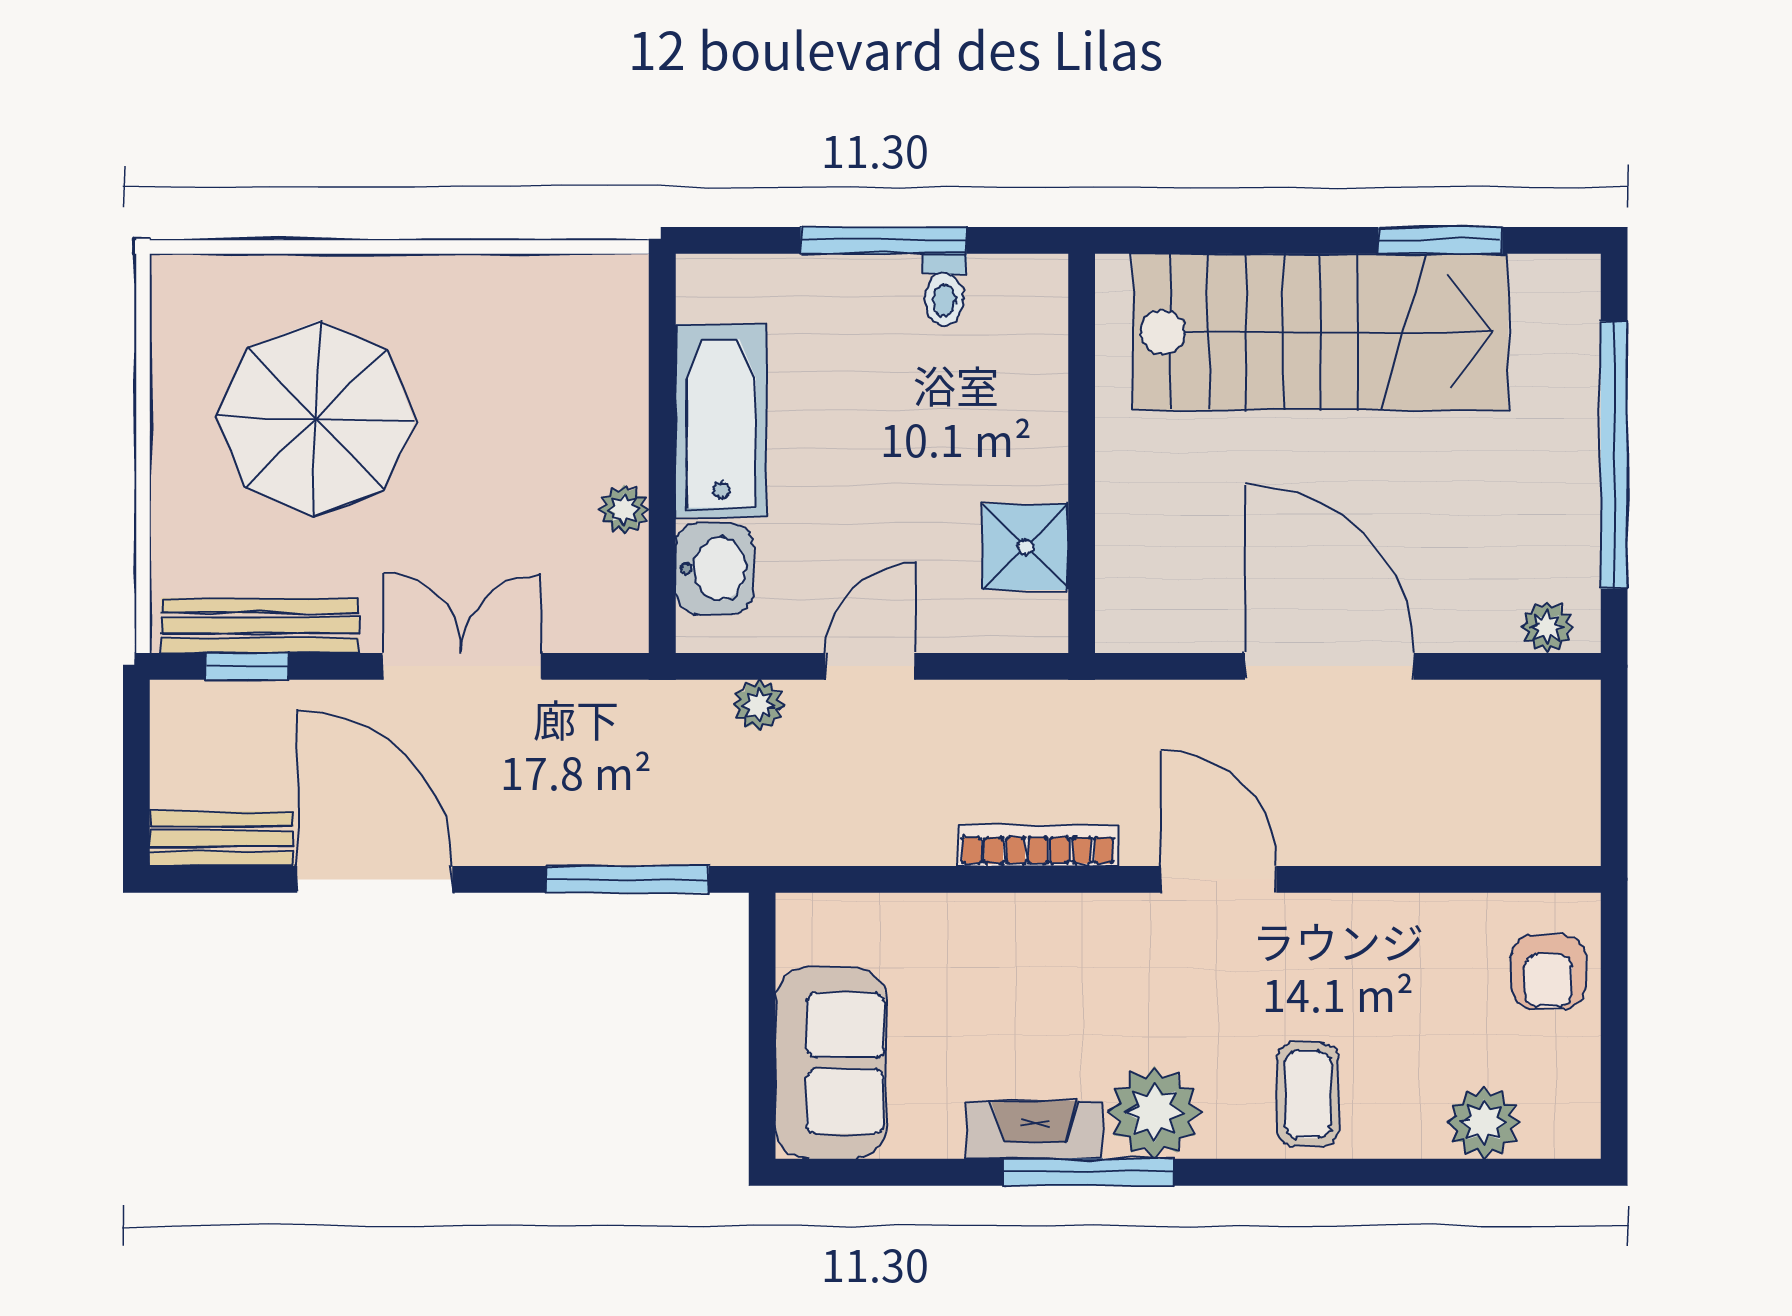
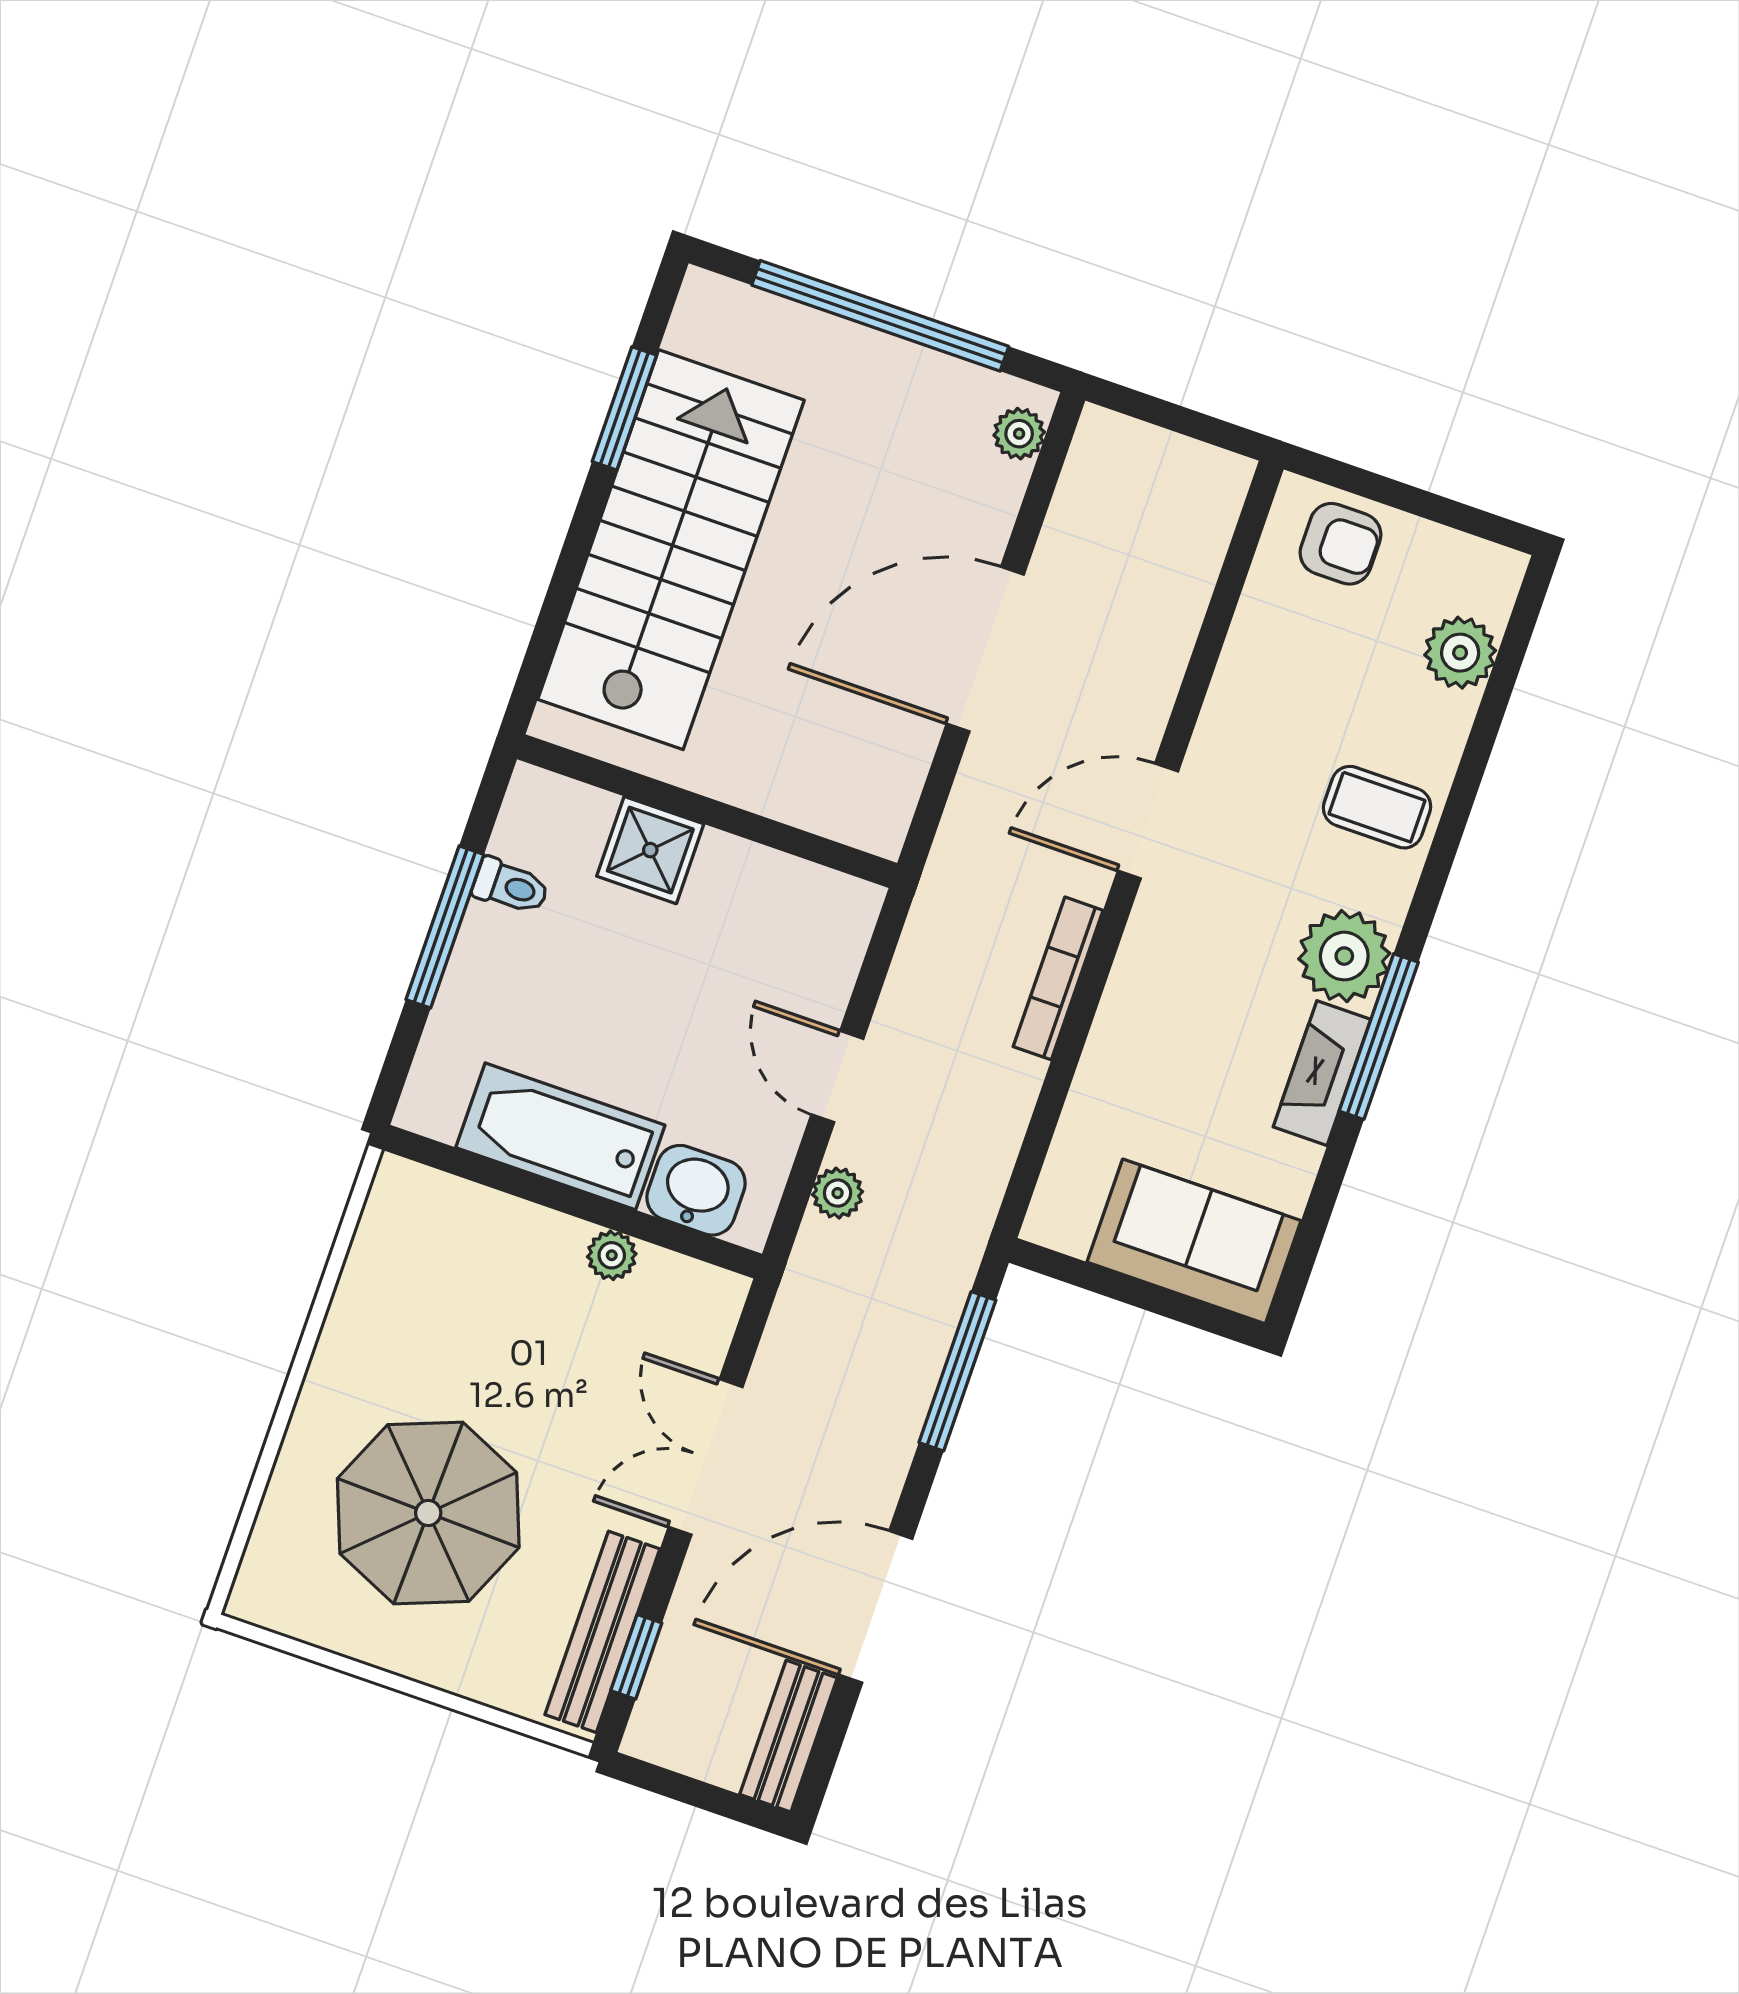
shower: (1025, 547) -> (650, 850), moved

